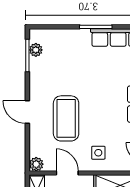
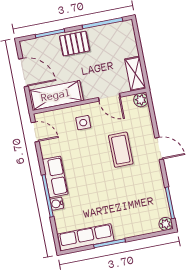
plant: (36, 50) -> (166, 224), moved
coffee table: (66, 118) -> (121, 150), width x0.73, depth x0.76

